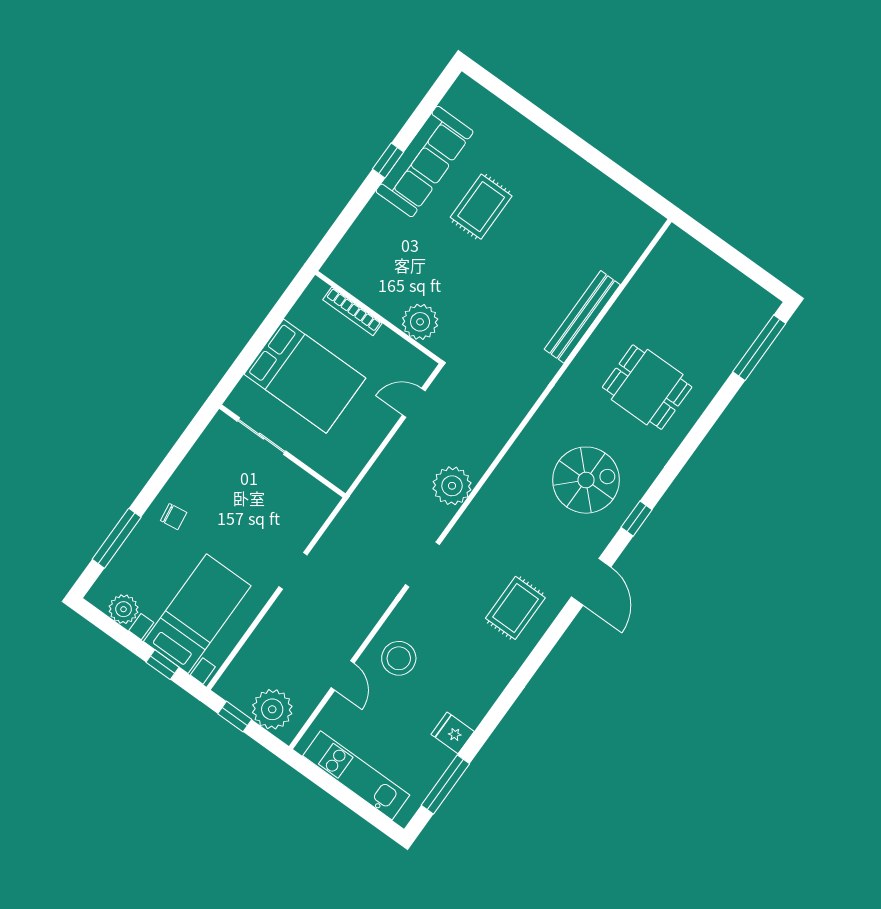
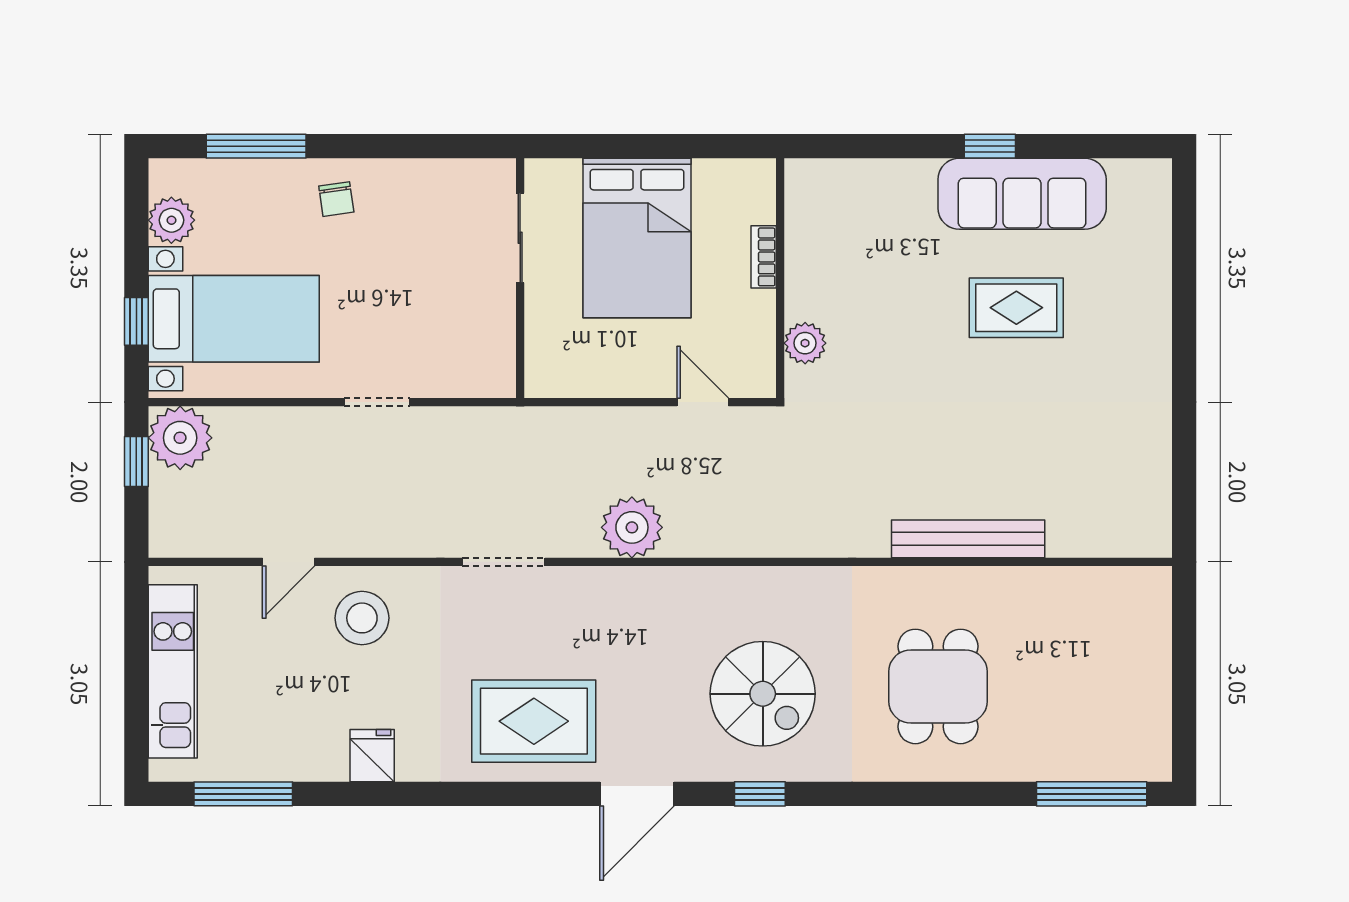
bookcase: (352, 311) -> (764, 257), width x0.64
plant: (420, 322) -> (805, 343), width x0.73, depth x0.73
rug: (515, 608) -> (534, 721), width x1.36, depth x1.43
plant: (272, 709) -> (180, 438), moved
fridge: (453, 733) -> (372, 756), moved

